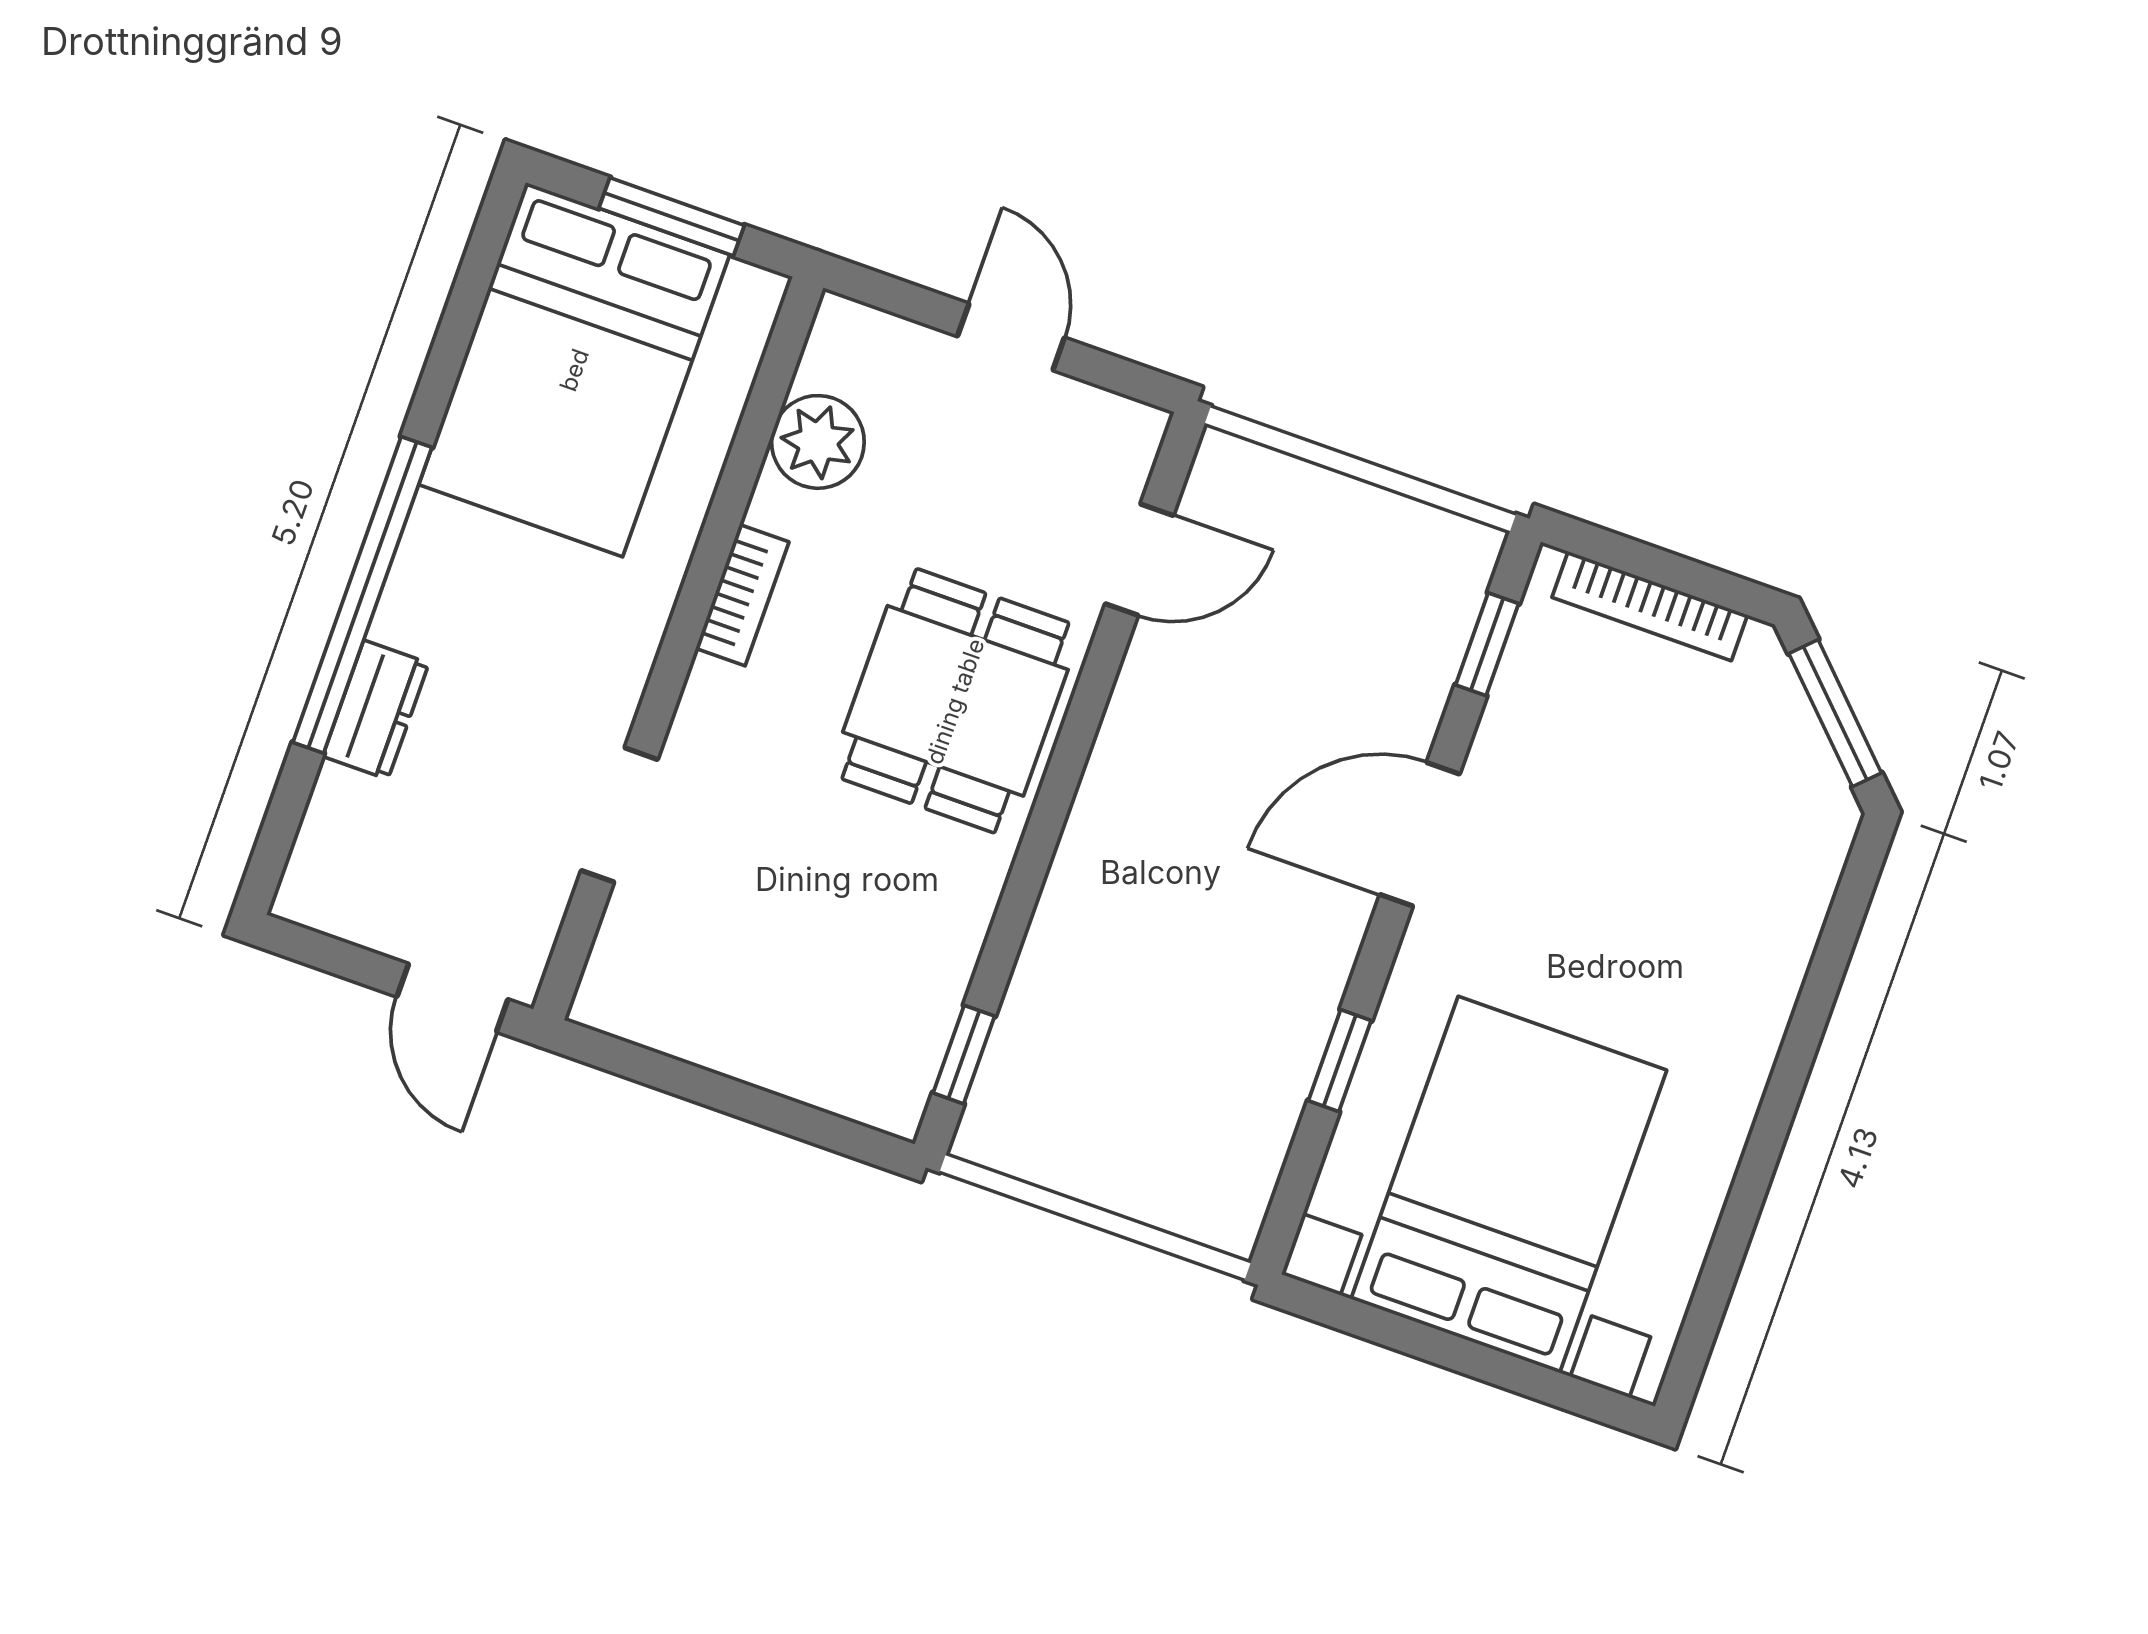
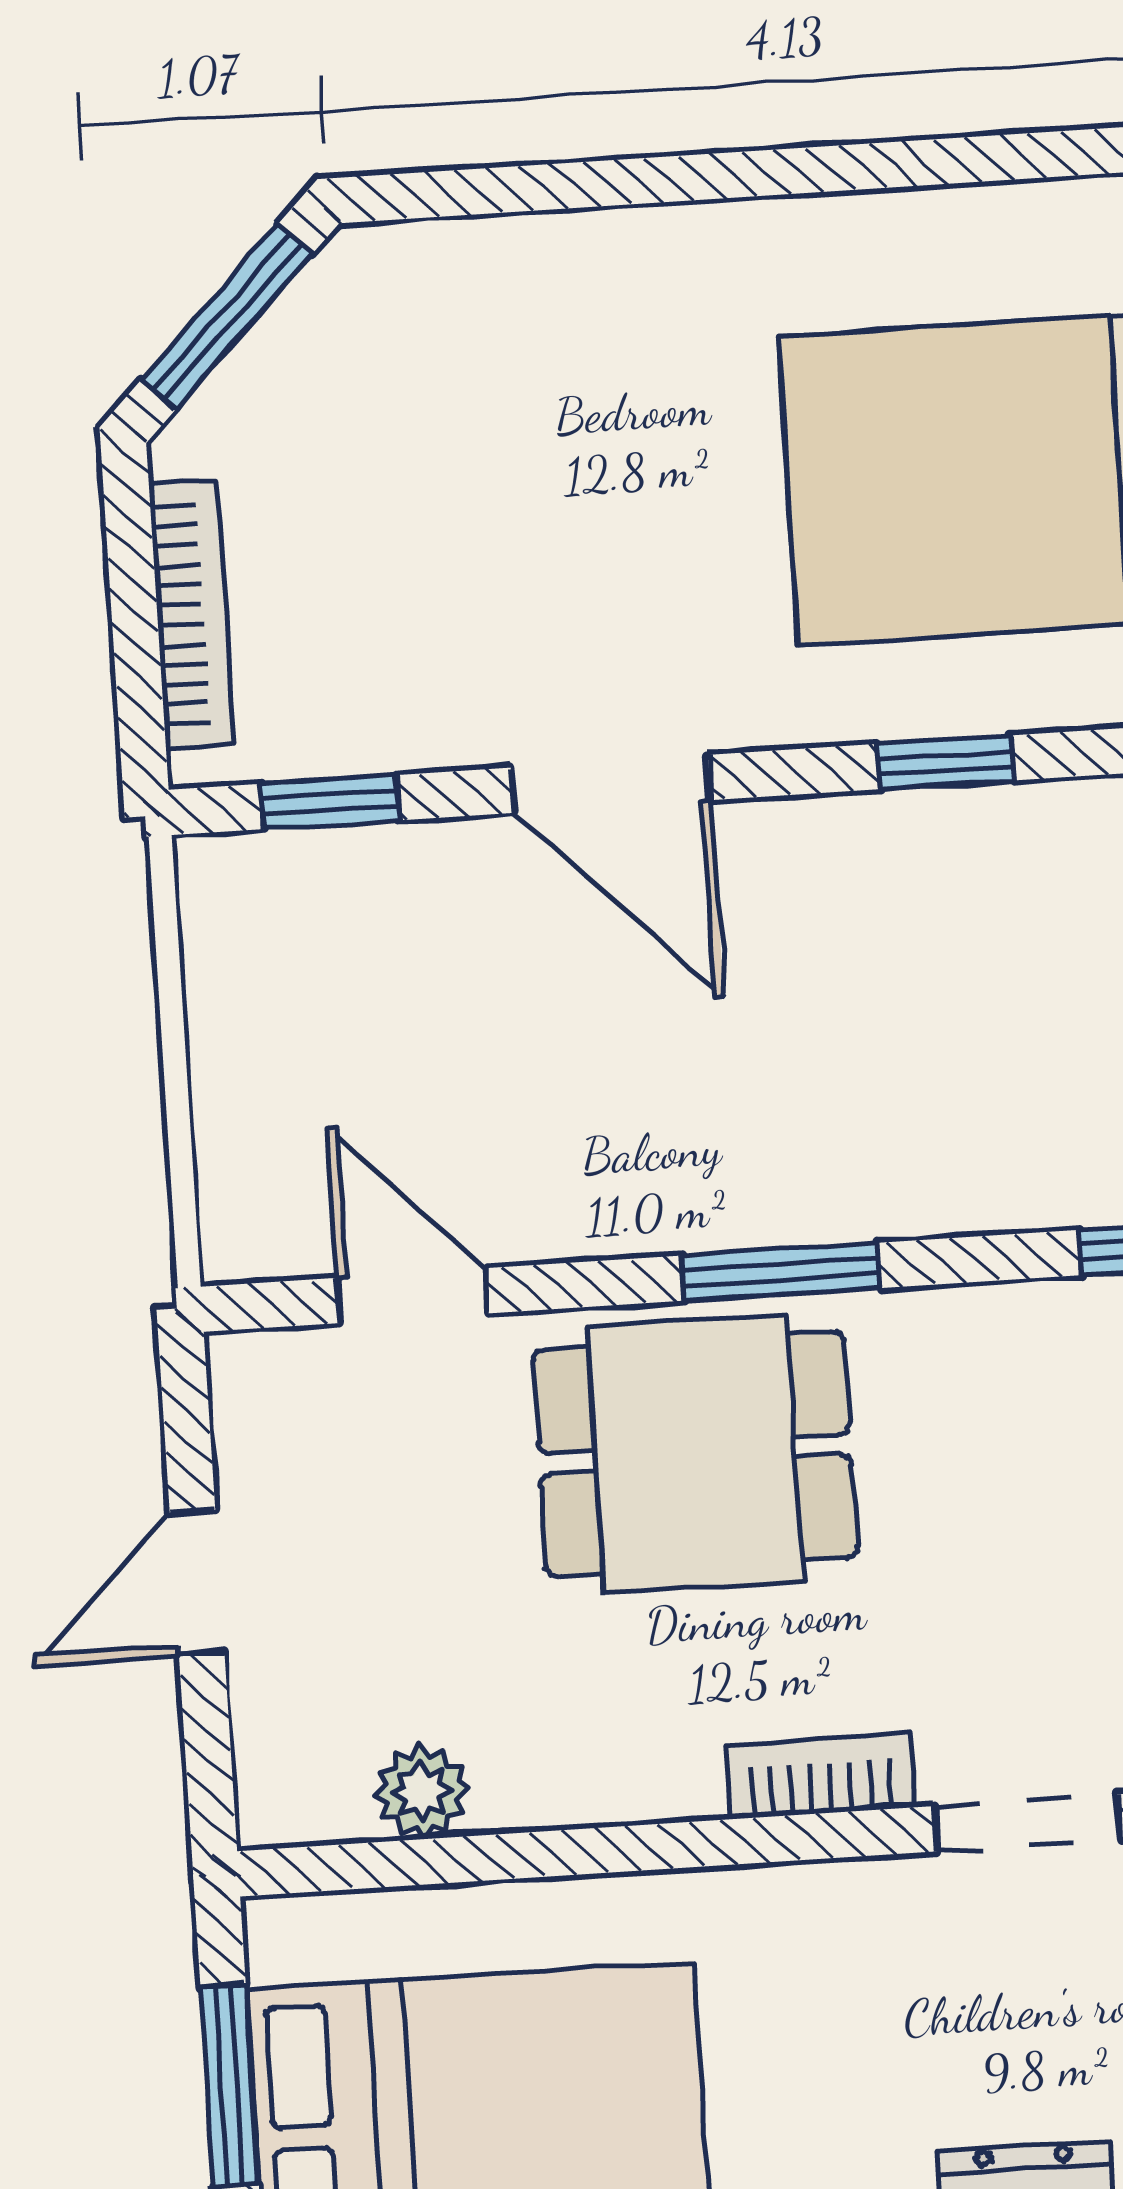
plant: (818, 442) -> (422, 1792), width x0.73, depth x0.73
bookcase: (742, 595) -> (820, 1777), moved
window: (1051, 808) -> (780, 1272), added

